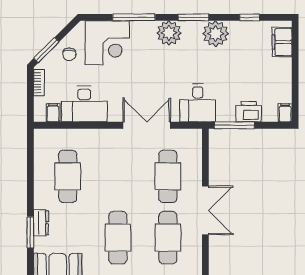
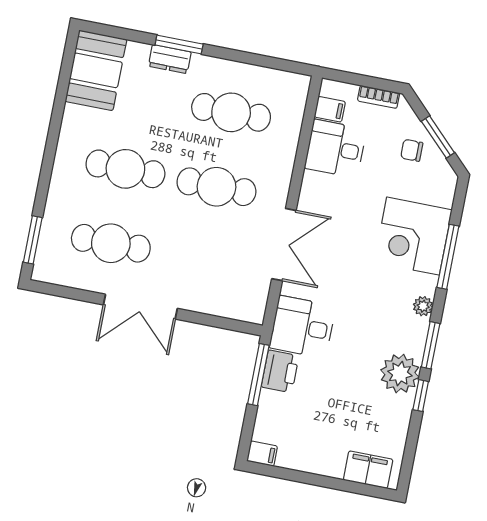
window: (250, 17) -> (421, 396), moved
plant: (169, 33) -> (423, 306), width x0.53, depth x0.53
corner desk: (107, 43) -> (413, 236), moved
window: (46, 50) -> (438, 137), moved
desk: (84, 104) -> (335, 149), width x0.73
printer: (249, 112) -> (280, 371), moved
cafe table: (168, 176) -> (216, 187), moved
window: (30, 232) -> (179, 44), moved

